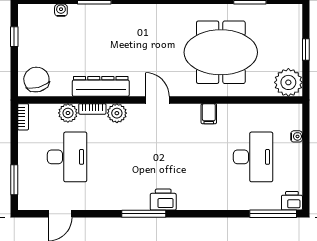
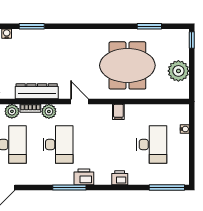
window: (306, 49) -> (192, 40), moved
plant: (288, 82) -> (178, 71), moved
desk: (129, 157) -> (58, 144), added
printer: (292, 201) -> (120, 178), moved

